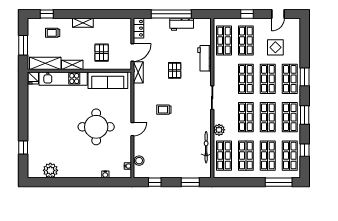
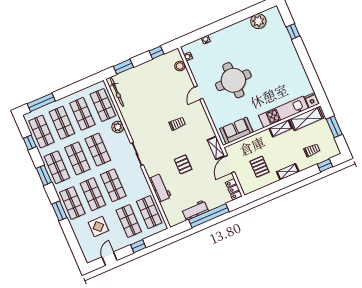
pallet: (102, 53) -> (259, 167), moved
sofa: (108, 80) -> (236, 130), width x0.73
bicycle: (206, 147) -> (117, 92), moved

